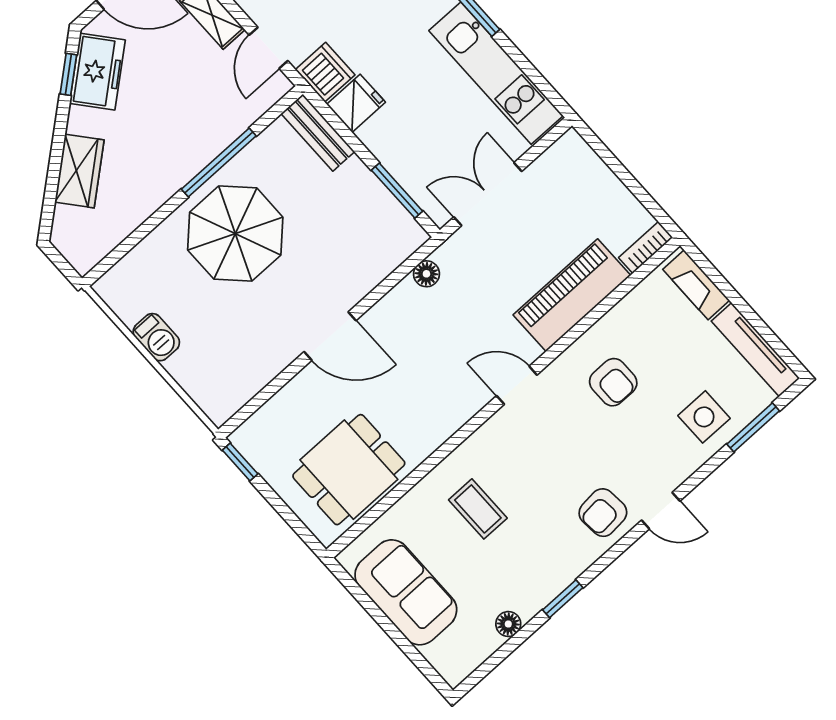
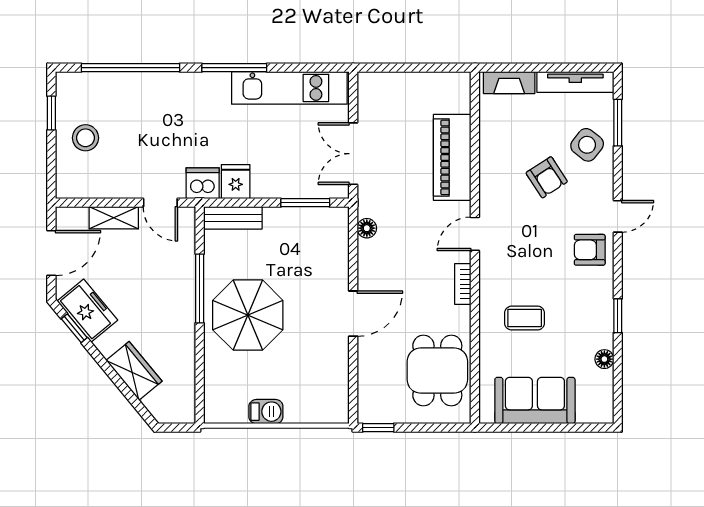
bookcase: (646, 248) -> (463, 284), moved
armchair: (613, 382) -> (547, 177), moved, turned 57
side table: (704, 417) -> (587, 145), turned 38
armchair: (603, 513) -> (590, 250), turned 95

